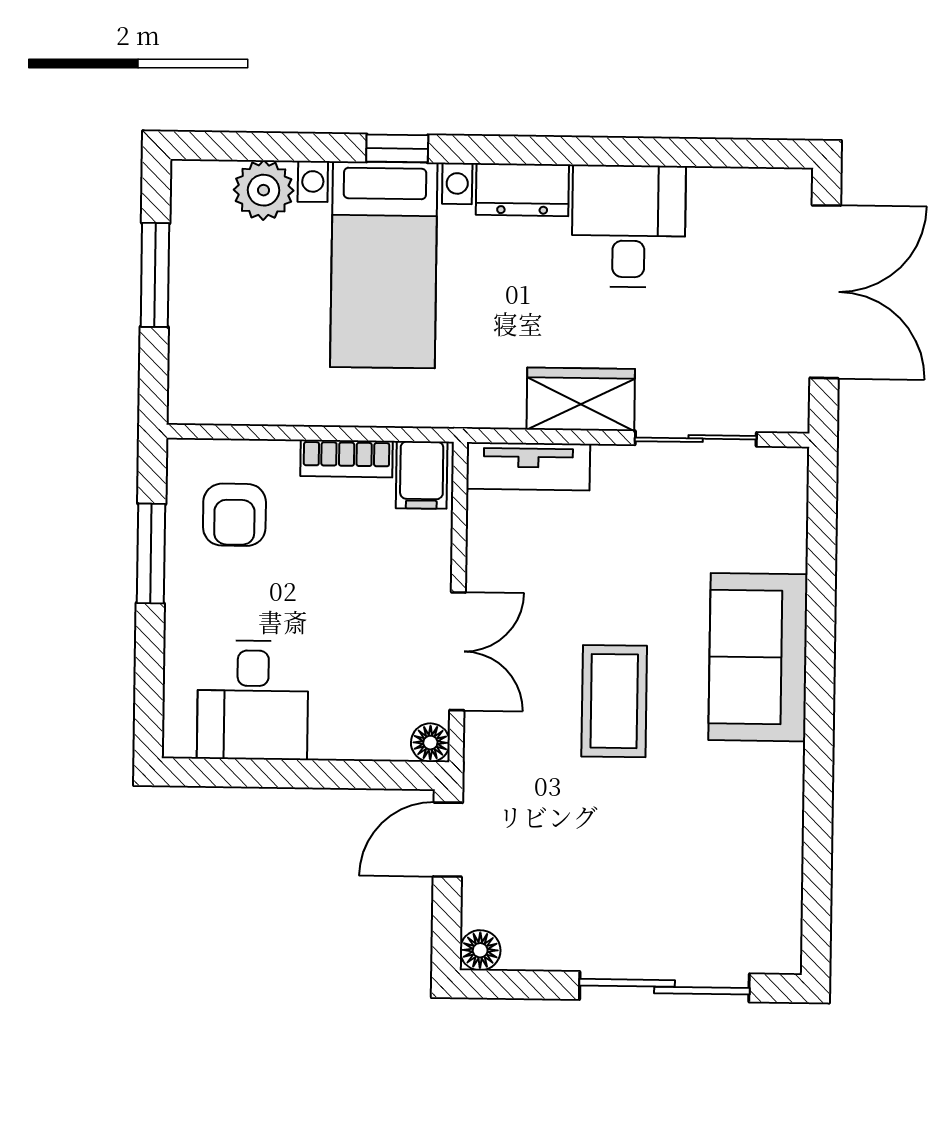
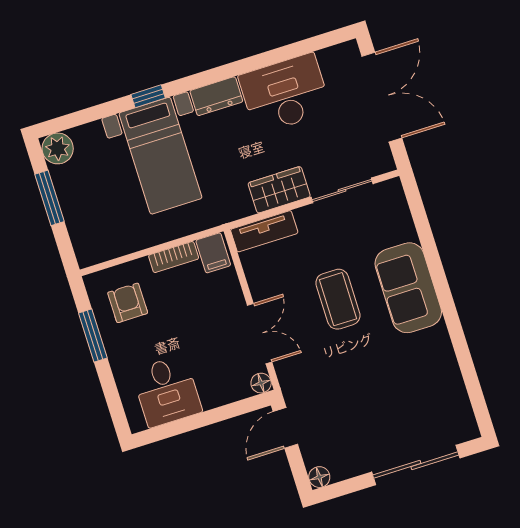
plant: (264, 190) -> (58, 148), moved
desk: (629, 226) -> (285, 94), width x1.37
armchair: (234, 515) -> (128, 303), turned 180
coffee table: (614, 701) -> (338, 299), moved

